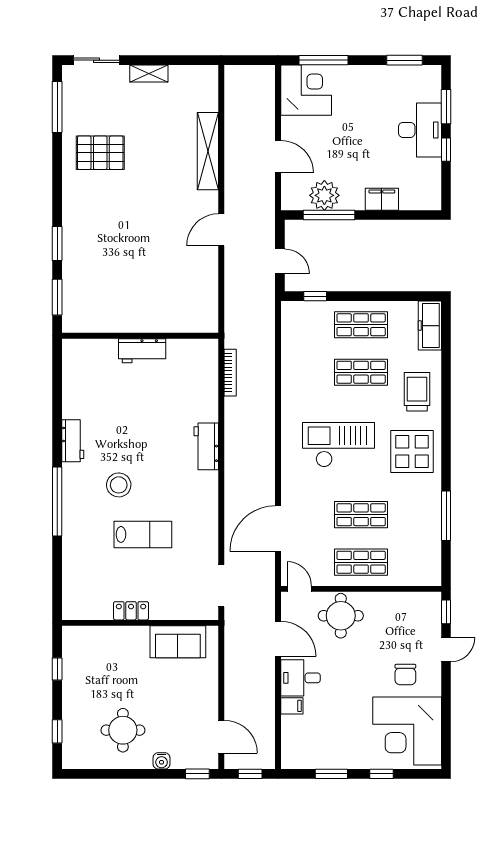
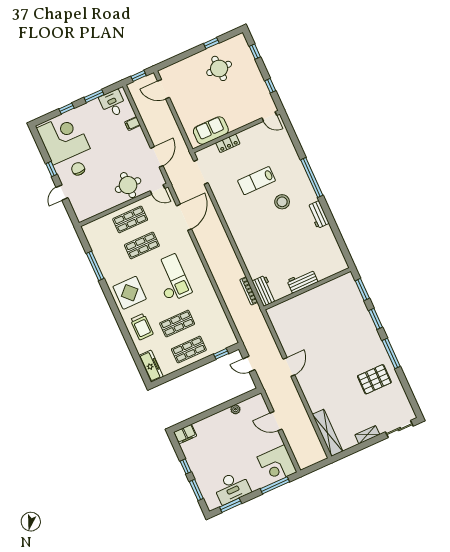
window: (57, 107) -> (391, 353), moved
desk: (420, 130) -> (232, 487), moved, turned -90
shelving: (208, 151) -> (328, 433), moved
plant: (324, 195) -> (235, 409), width x0.53, depth x0.53
filing cabinet: (382, 199) -> (185, 434), moved
window: (329, 215) -> (234, 402), removed
checkout: (338, 445) -> (172, 278), turned -90
workbench: (206, 446) -> (264, 291), moved
locker: (131, 611) -> (228, 143), moved
window: (446, 612) -> (51, 169), moved
door: (80, 623) -> (269, 117), added
door: (278, 639) -> (157, 157), swing flipped
desk: (300, 678) -> (113, 104), moved, turned -90
water cooler: (162, 761) -> (190, 61), removed
window: (197, 774) -> (211, 43), moved

